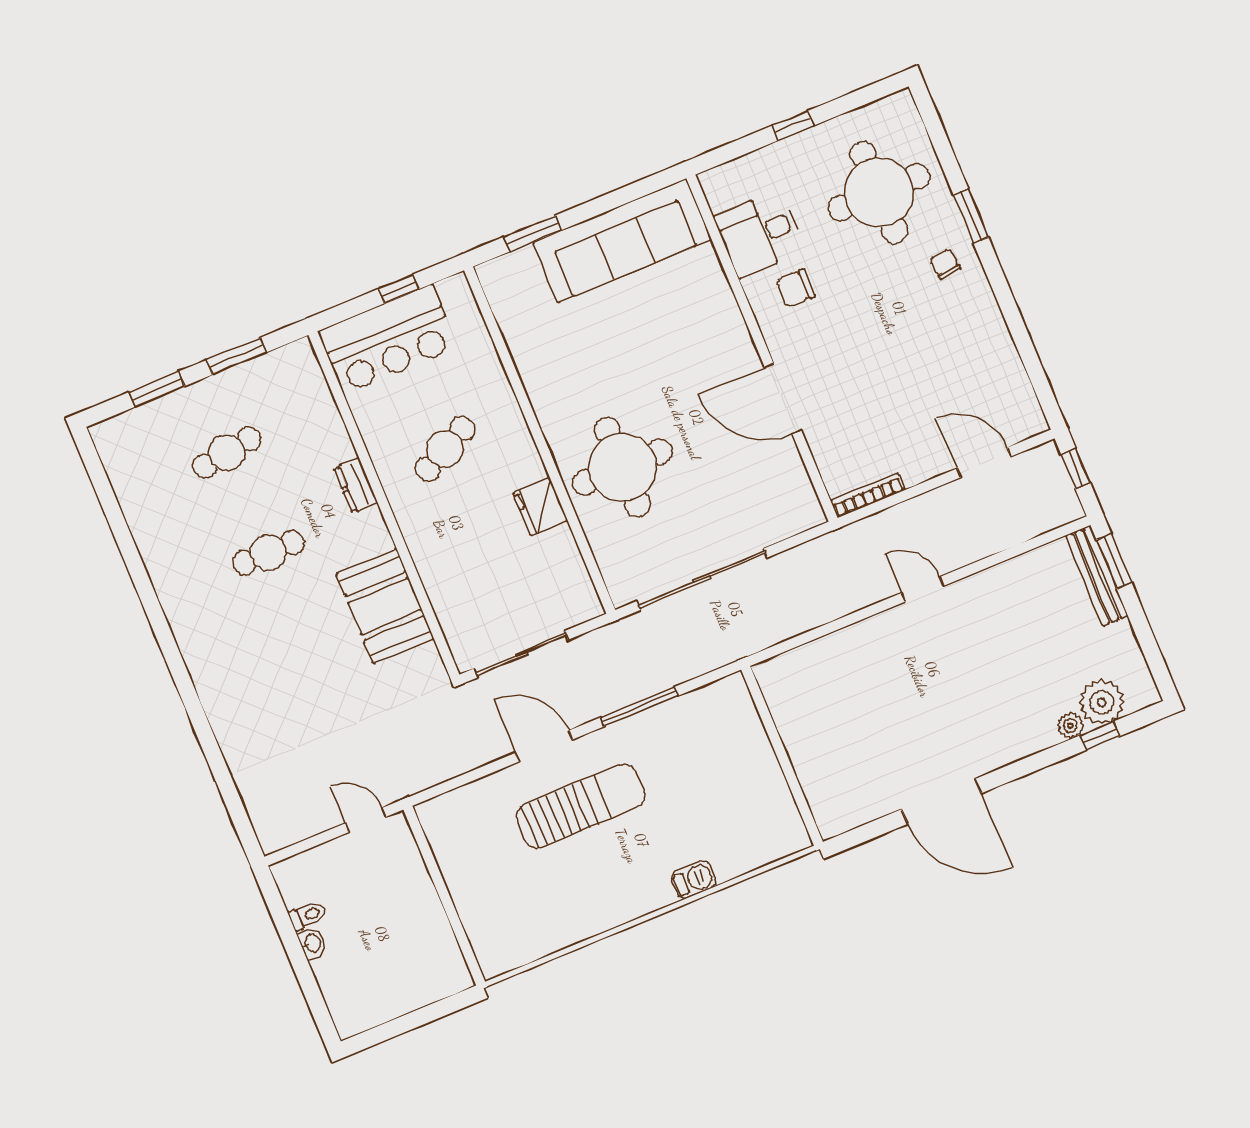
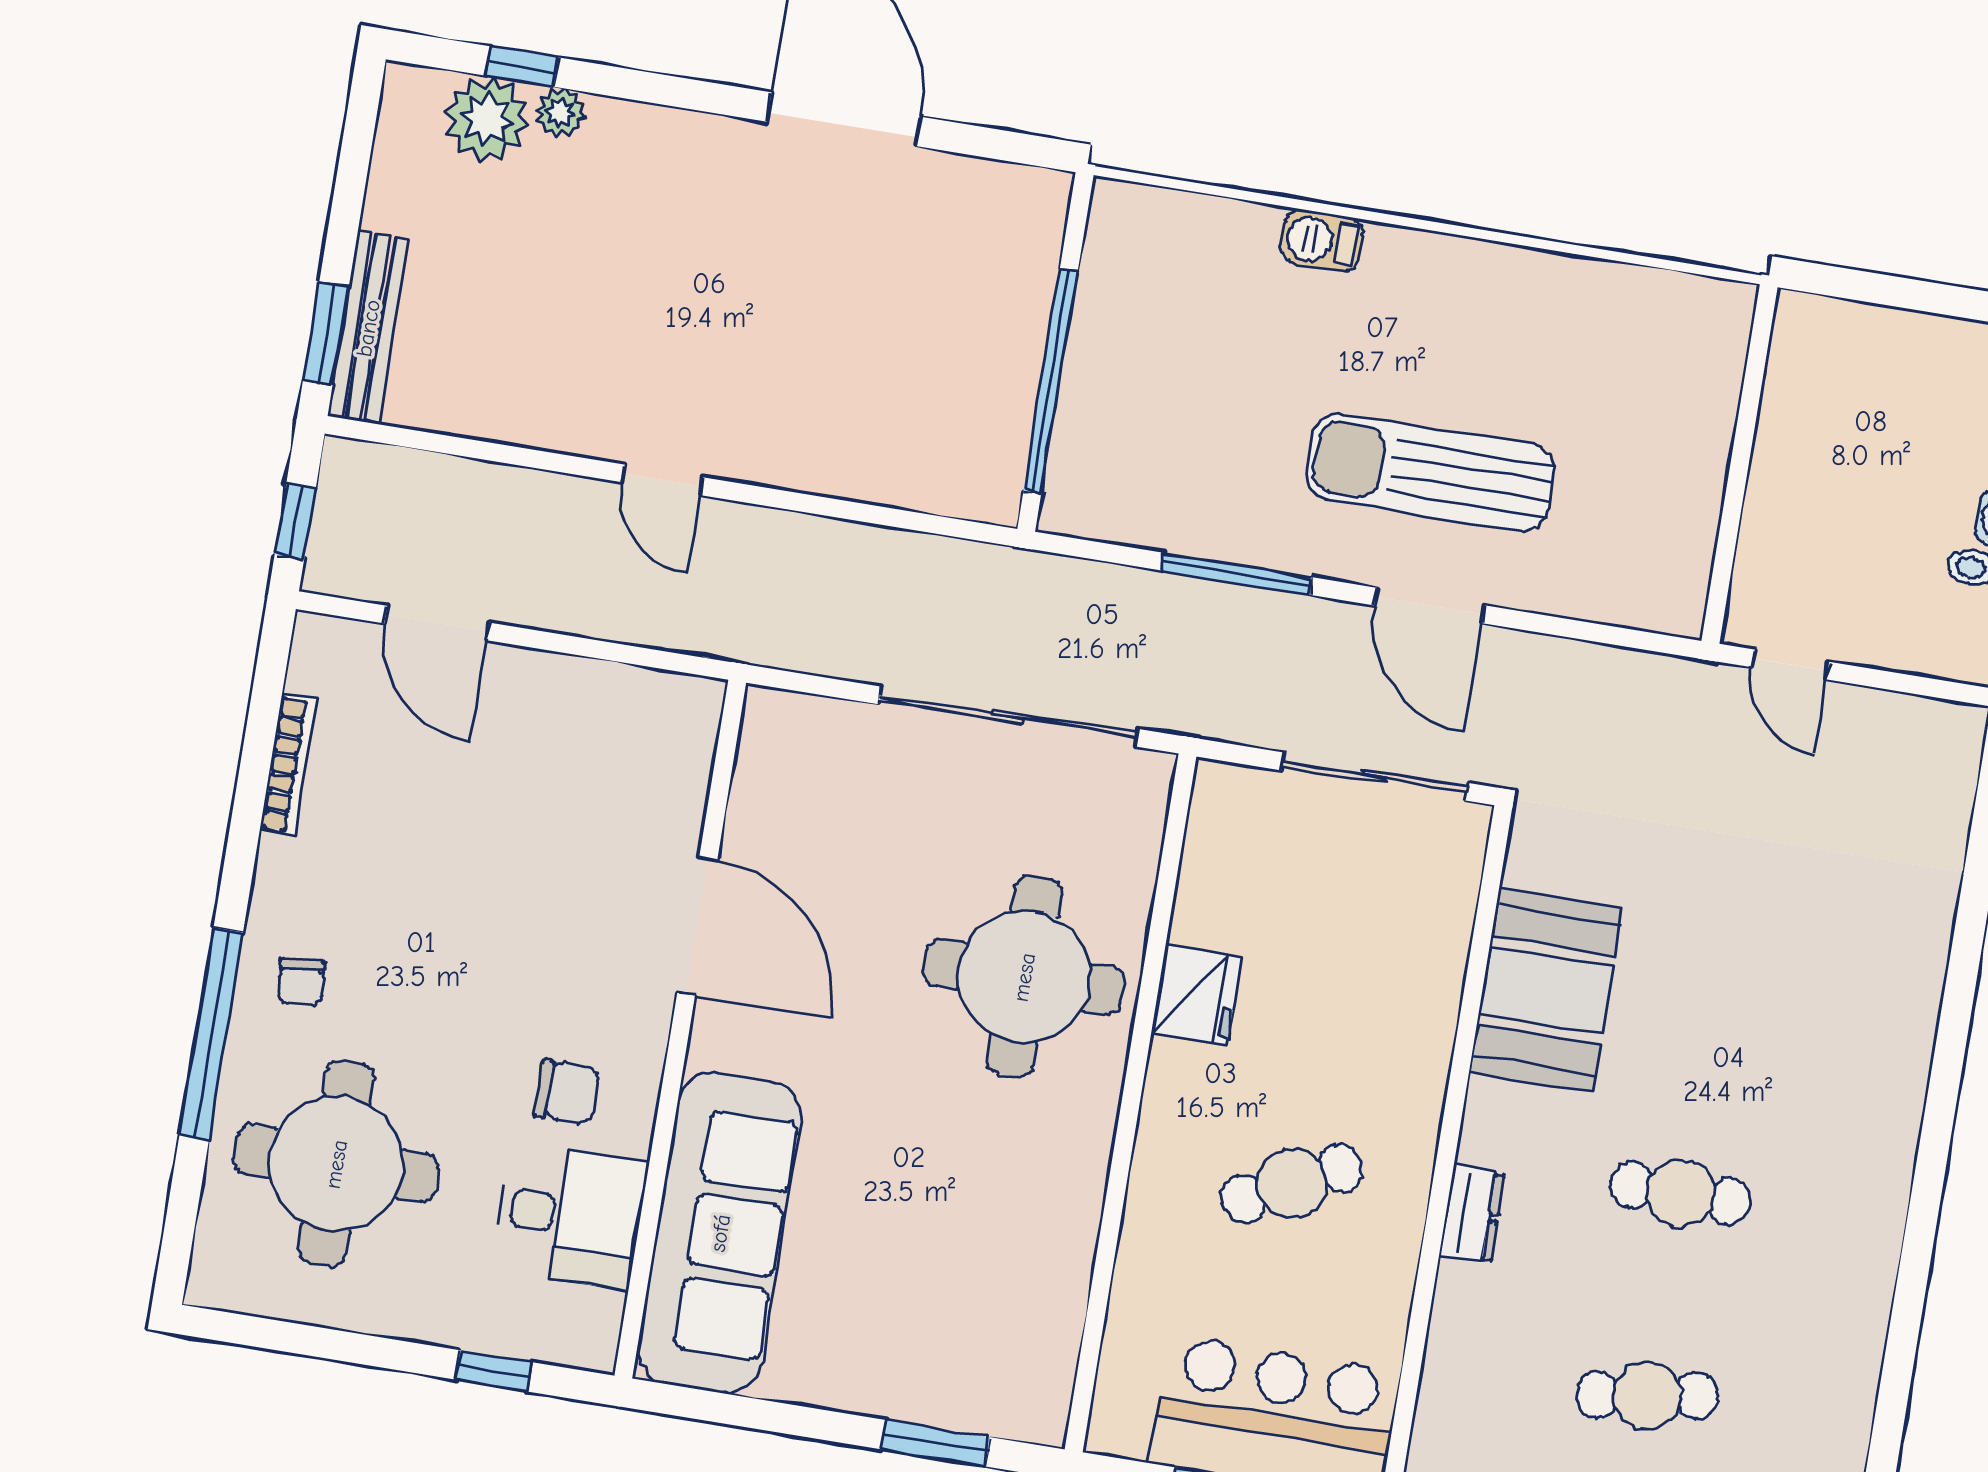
window: (793, 126) -> (494, 1371), moved
window: (971, 216) -> (211, 1034), width x2.11
sofa: (622, 241) -> (720, 1233), moved, turned 90
bookcase: (868, 495) -> (288, 765), moved, turned -90
window: (776, 741) -> (1051, 381), added

